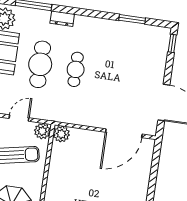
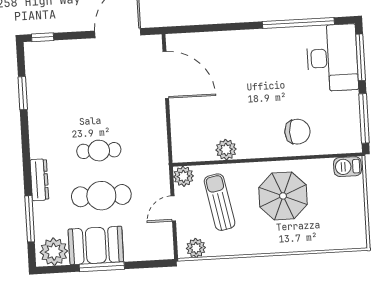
dresser: (62, 19) -> (39, 180), width x1.44
door: (19, 118) -> (173, 208), hinge flipped
plant: (61, 134) -> (226, 150), moved

